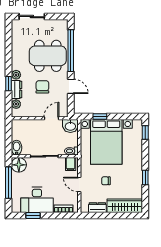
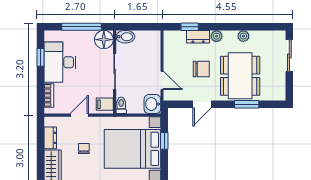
window: (71, 51) -> (247, 104), width x0.47
window: (9, 84) -> (190, 27), moved
plant: (16, 104) -> (243, 36), moved

